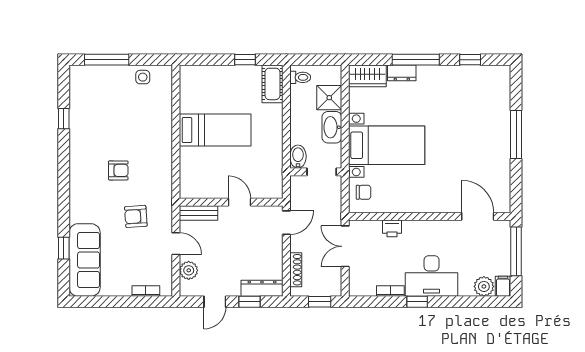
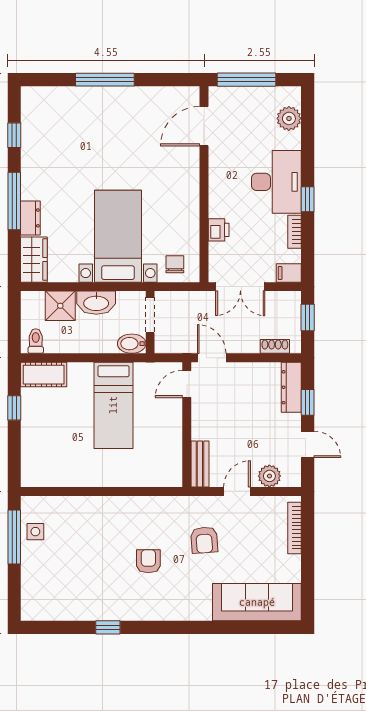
window: (107, 60) -> (14, 537), moved
window: (64, 119) -> (108, 627), moved
bed: (215, 130) -> (113, 405), moved, turned 180
door: (240, 202) -> (187, 384), moved
window: (64, 248) -> (242, 627), removed
shoe rack: (296, 270) -> (275, 346), width x0.70
filing cabinet: (503, 286) -> (289, 273), moved
bookcase: (146, 291) -> (294, 528), width x1.56

